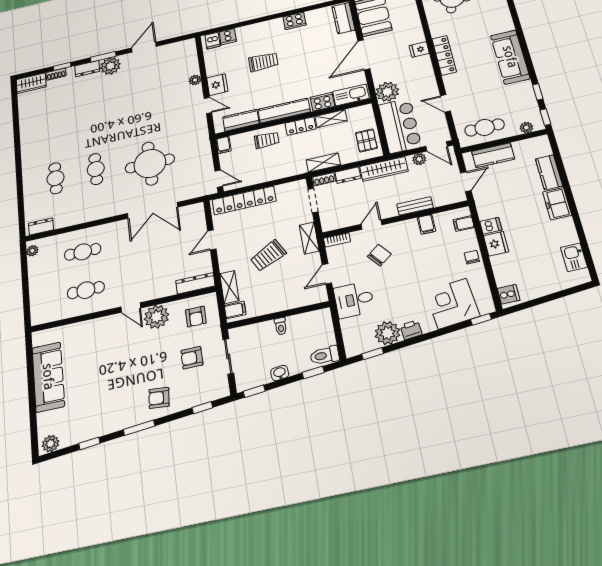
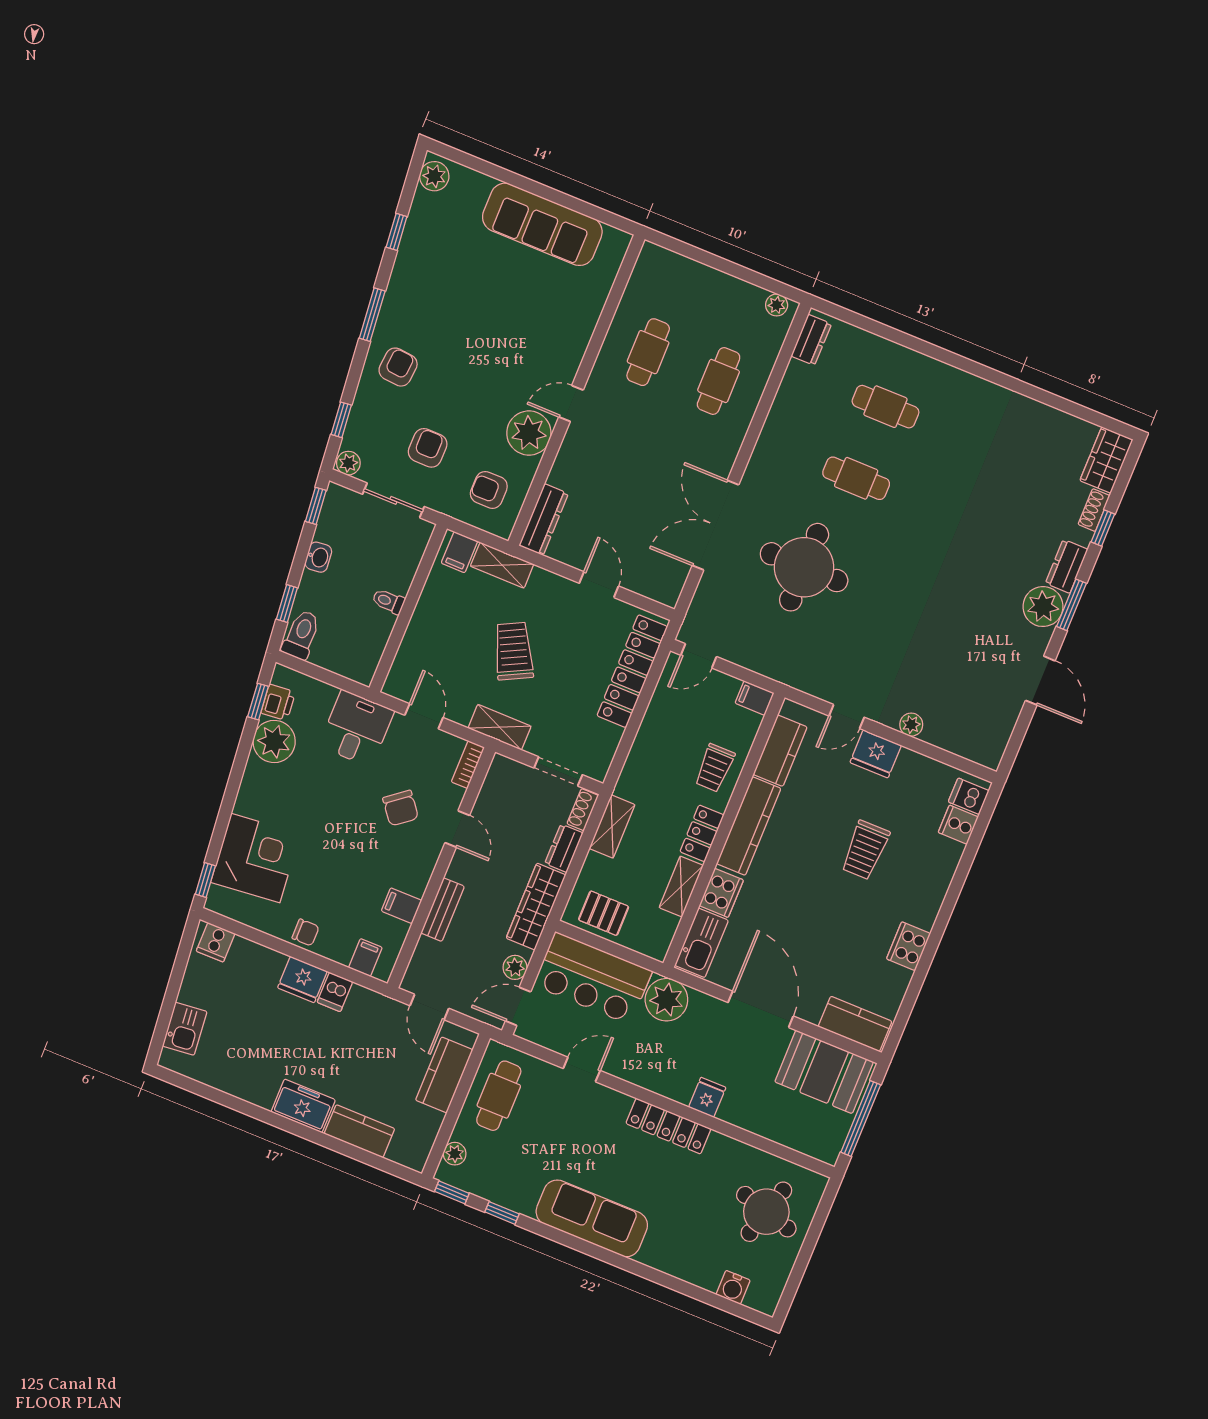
kitchen sink: (574, 257) -> (185, 1029), moved, turned 84
printer: (411, 330) -> (278, 702), moved
plant: (222, 390) -> (348, 463), added

